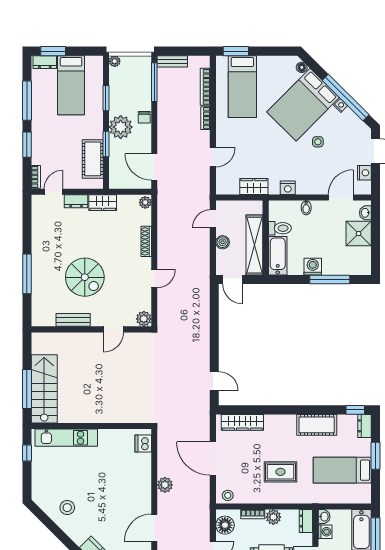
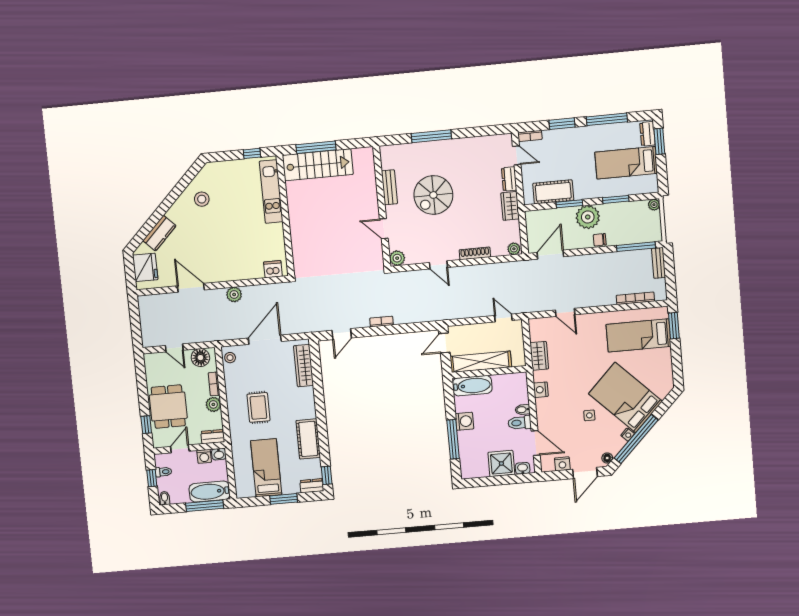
floor lamp: (302, 67) -> (607, 458), moved
bookcase: (205, 118) -> (381, 322), moved
toilet: (280, 228) -> (520, 423), moved, turned 90
boiler: (223, 242) -> (481, 330), removed

